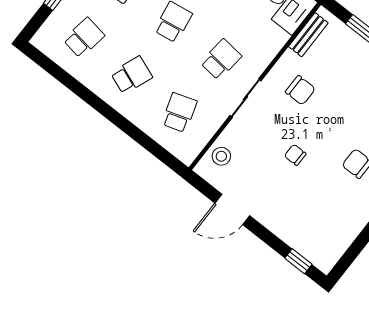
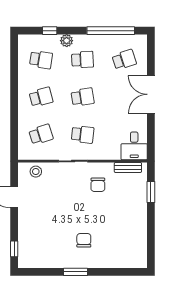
school desk: (132, 75) -> (41, 97), turned -36
chair: (295, 155) -> (65, 207), removed

